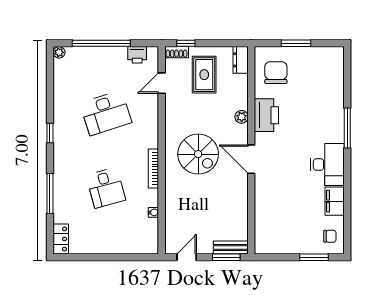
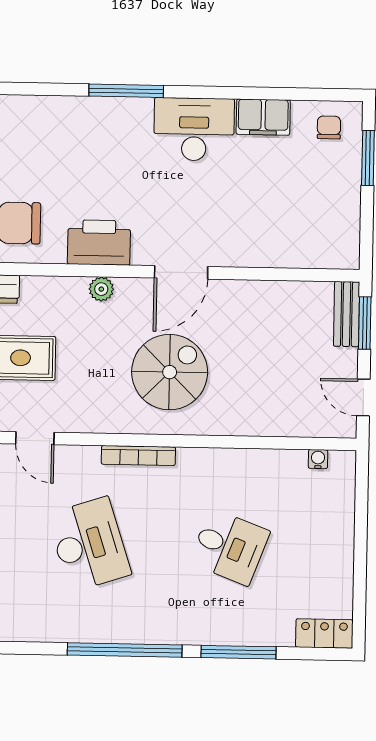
window: (50, 133) -> (125, 650), width x3.17
bookcase: (153, 168) -> (138, 456), moved
desk: (106, 188) -> (229, 547), turned 36
water cooler: (153, 212) -> (318, 459), moved

